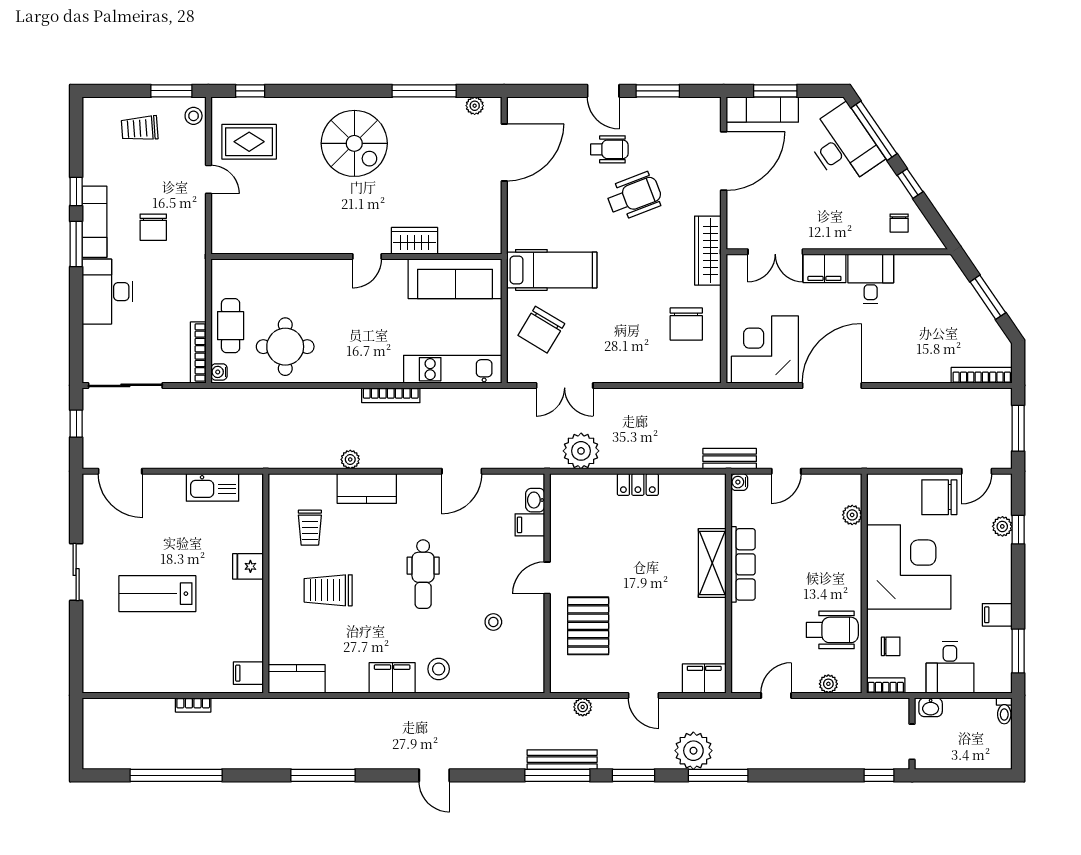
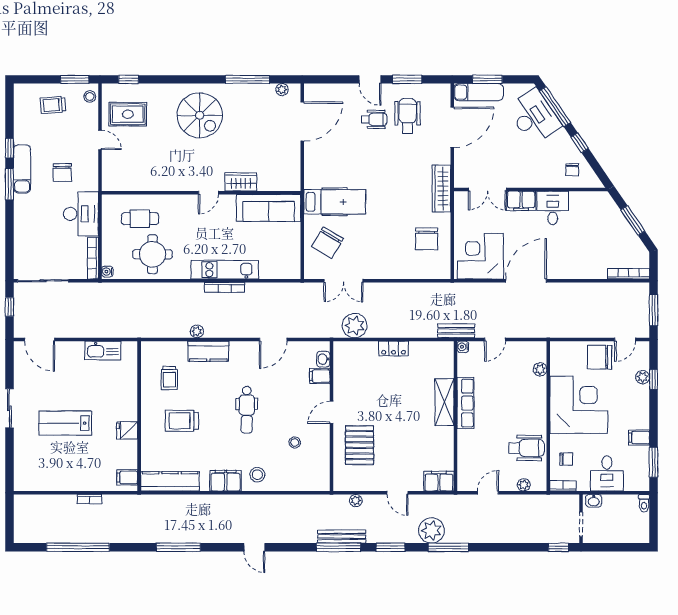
wheelchair: (634, 196) -> (408, 116), moved, turned -69
desk: (108, 292) -> (81, 214), moved, turned 180
cafe table: (231, 326) -> (140, 219), moved, turned 90
kitchen unit: (453, 369) -> (225, 270), moved
fridge: (248, 566) -> (127, 430), moved
kitchen counter: (297, 679) -> (170, 481), width x1.50

